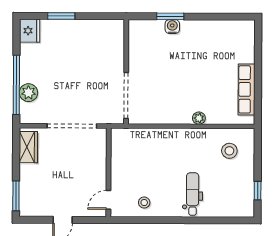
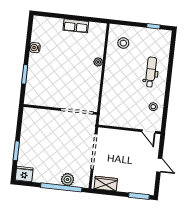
water cooler: (172, 27) -> (35, 48), moved
row of seats: (247, 89) -> (76, 26), width x0.68
dental chair: (193, 194) -> (151, 72), turned 90

